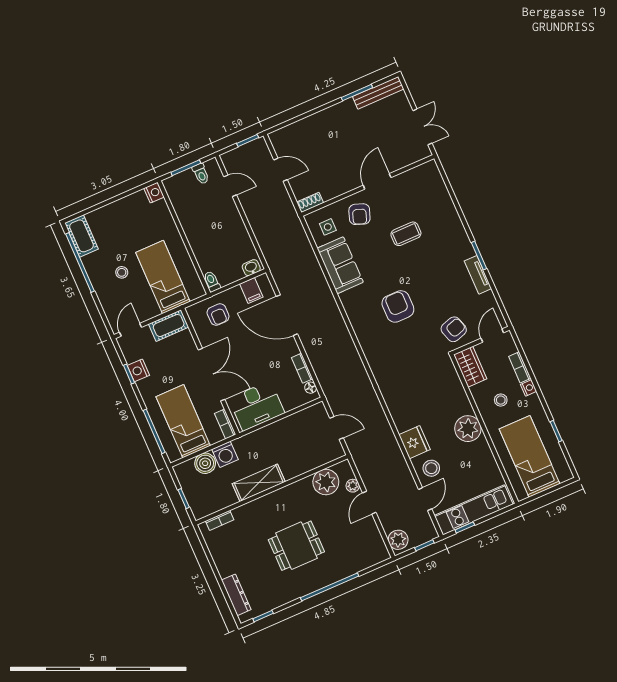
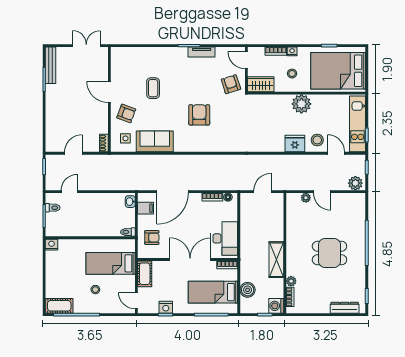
armchair: (398, 306) -> (199, 115), turned 90
washing machine: (225, 454) -> (276, 306), moved, turned 180
bed: (530, 456) -> (338, 71), width x1.50
plant: (326, 482) -> (291, 281), moved, width x0.53, depth x0.53
dining table: (296, 546) -> (329, 253), turned 90

